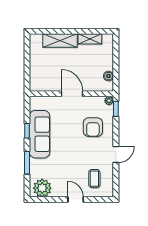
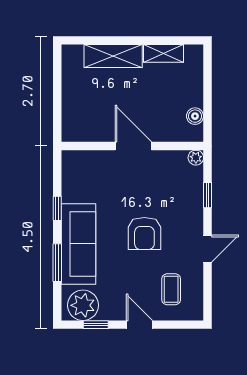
window: (116, 109) -> (207, 195), moved
armchair: (93, 127) -> (144, 233), moved
sofa: (40, 134) -> (78, 244), moved
window: (50, 199) -> (96, 325), added

